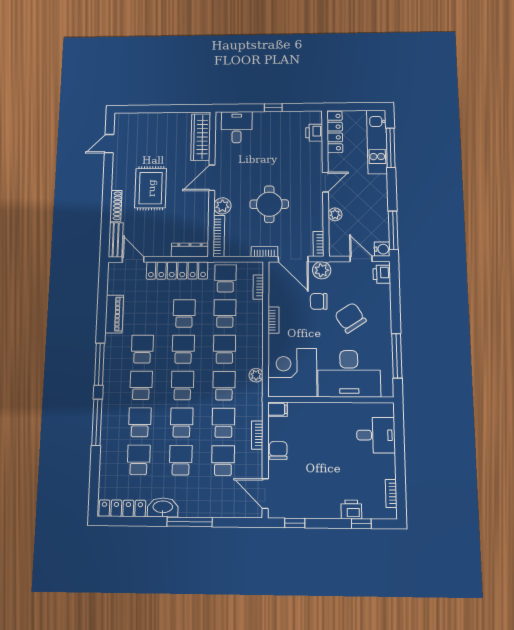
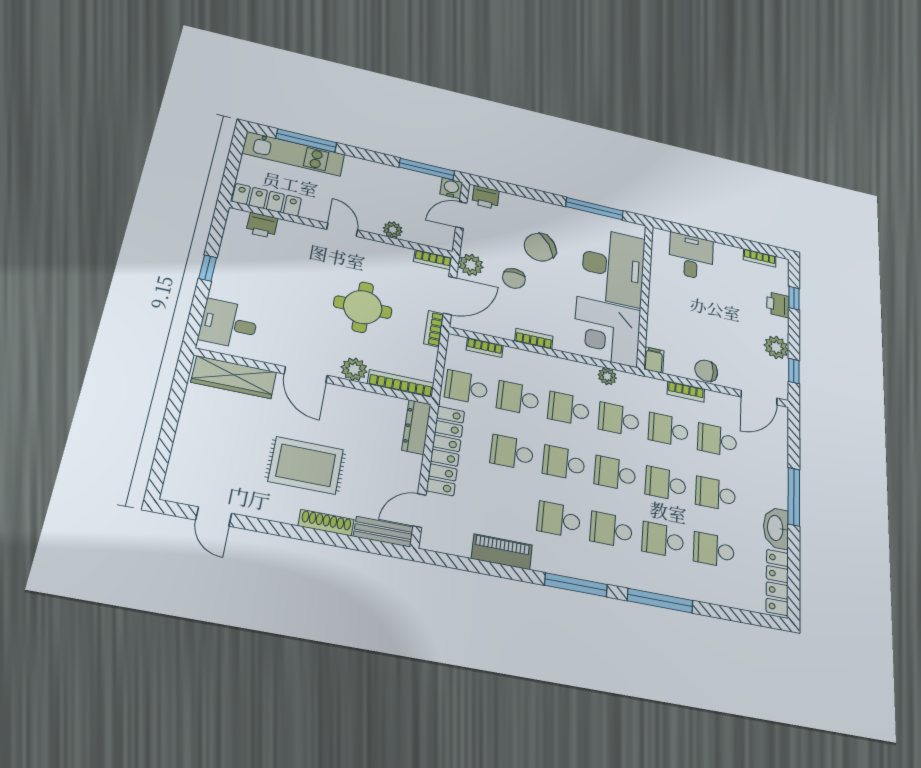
plant: (312, 508) -> (776, 347), added

